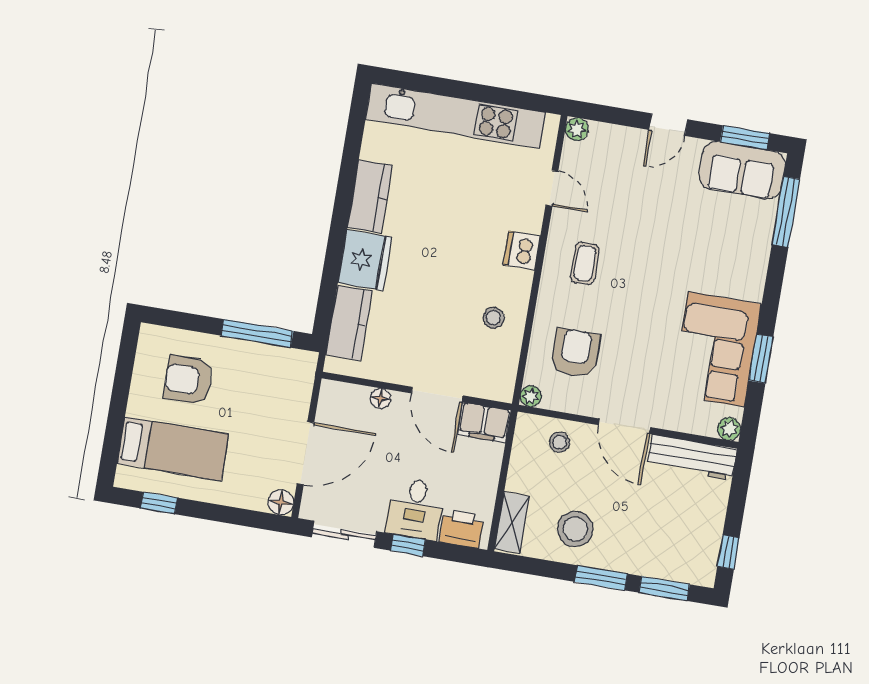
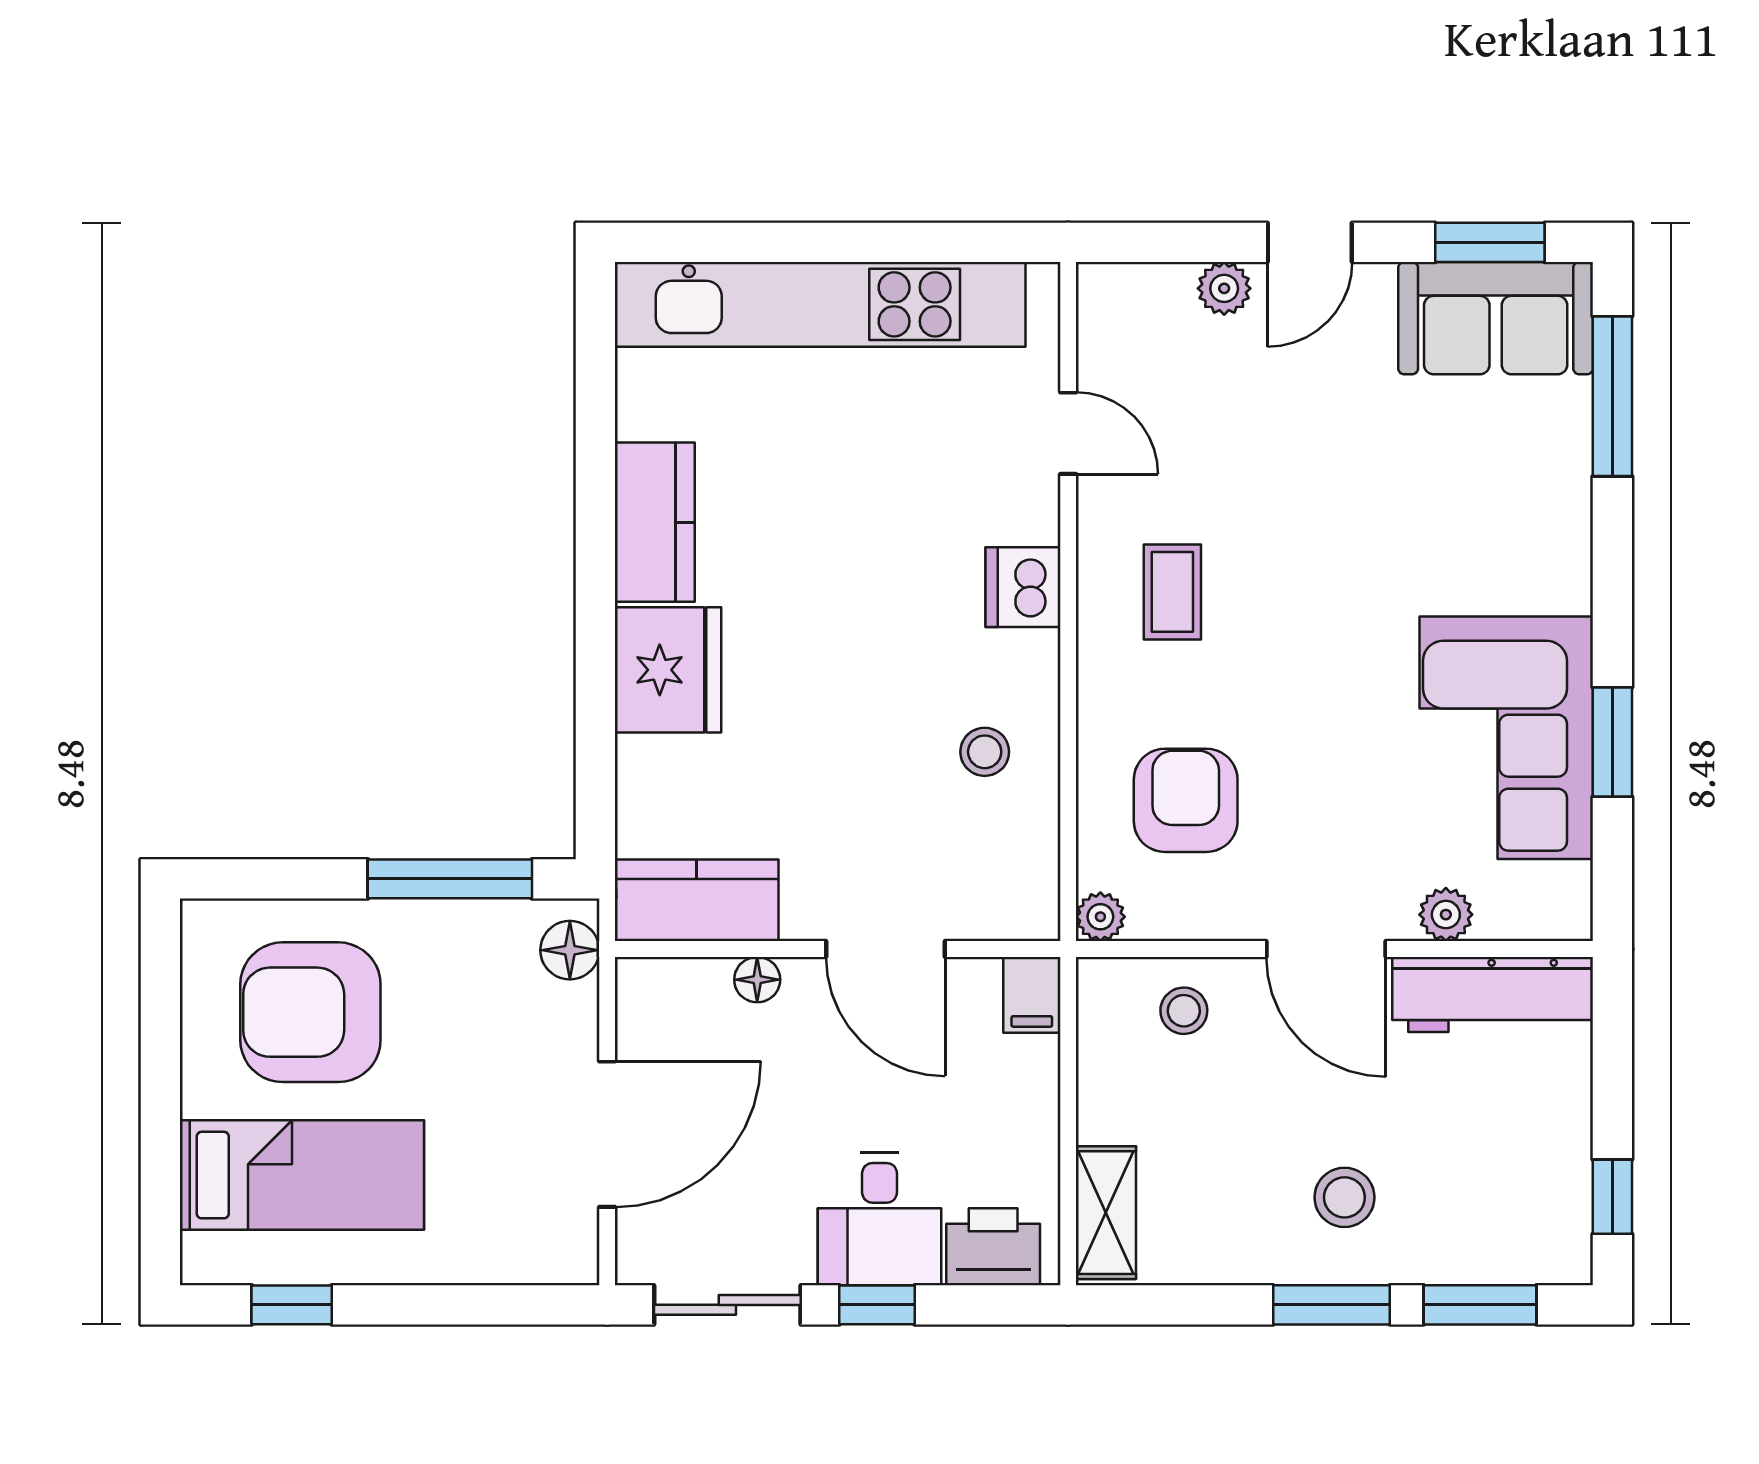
plant: (577, 129) -> (1224, 288), moved
kitchen counter: (349, 323) -> (697, 900), moved, turned -90
armchair: (188, 380) -> (310, 1012), width x1.36, depth x1.36
filing cabinet: (484, 422) -> (1032, 995), width x0.50
plant: (729, 429) -> (1446, 915), moved
floor lamp: (281, 502) -> (570, 950), moved
stool: (575, 529) -> (1344, 1197), moved, width x0.73, depth x0.73

